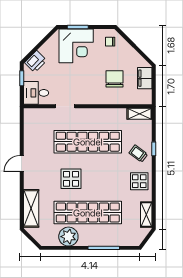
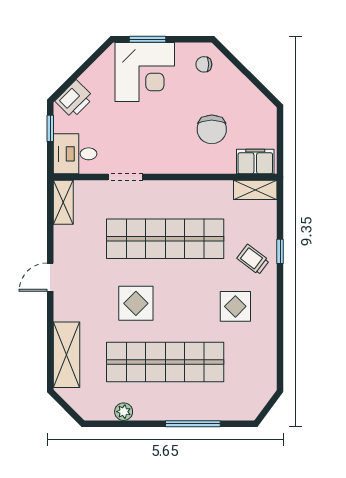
filing cabinet: (145, 78) -> (255, 161), moved, turned 90
chair: (115, 79) -> (212, 129), turned 180
display table: (139, 181) -> (235, 306), moved
shelving: (146, 215) -> (63, 202), moved
plant: (68, 237) -> (124, 412), width x0.53, depth x0.53

